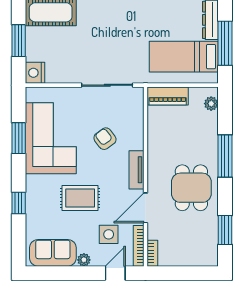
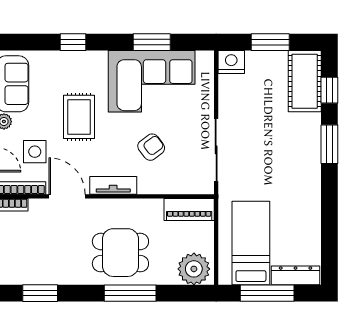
piano: (168, 96) -> (189, 210), moved, turned -90
plant: (211, 104) -> (194, 269), width x1.88, depth x1.88
dining table: (191, 188) -> (120, 253), moved

